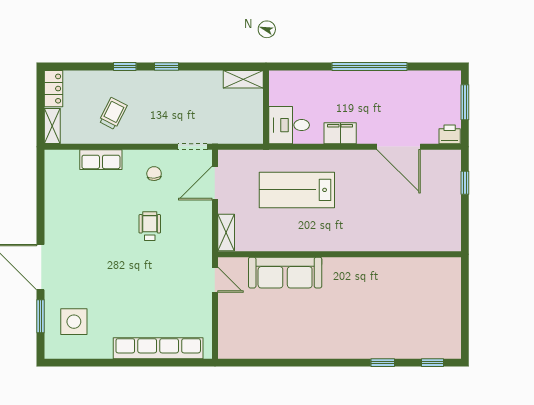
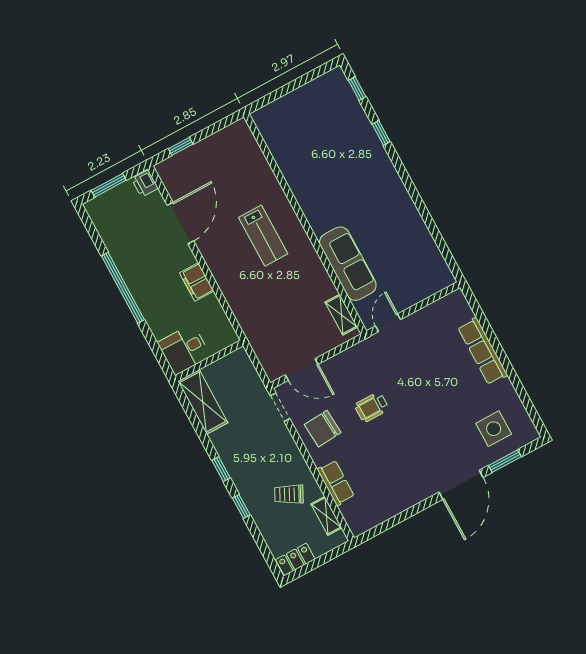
shelving: (243, 79) -> (203, 402), width x1.50, depth x1.33
desk: (289, 125) -> (184, 349), moved, turned 90
shelving: (52, 126) -> (326, 516), moved, turned 90
chair: (154, 174) -> (323, 429), width x1.87, depth x1.87
lab bench: (297, 190) -> (263, 236), moved, width x0.73, depth x0.72
shelving: (226, 233) -> (341, 315), moved, turned 90
row of seats: (158, 348) -> (483, 351), width x0.73

